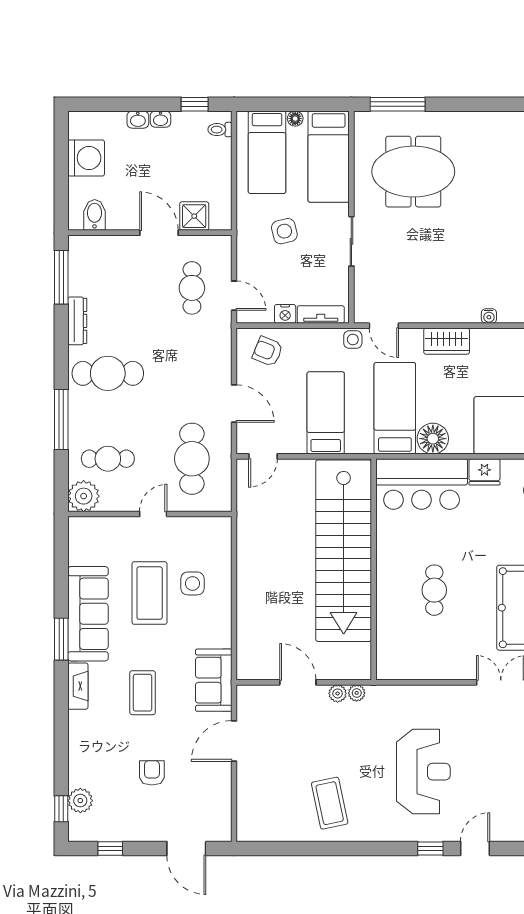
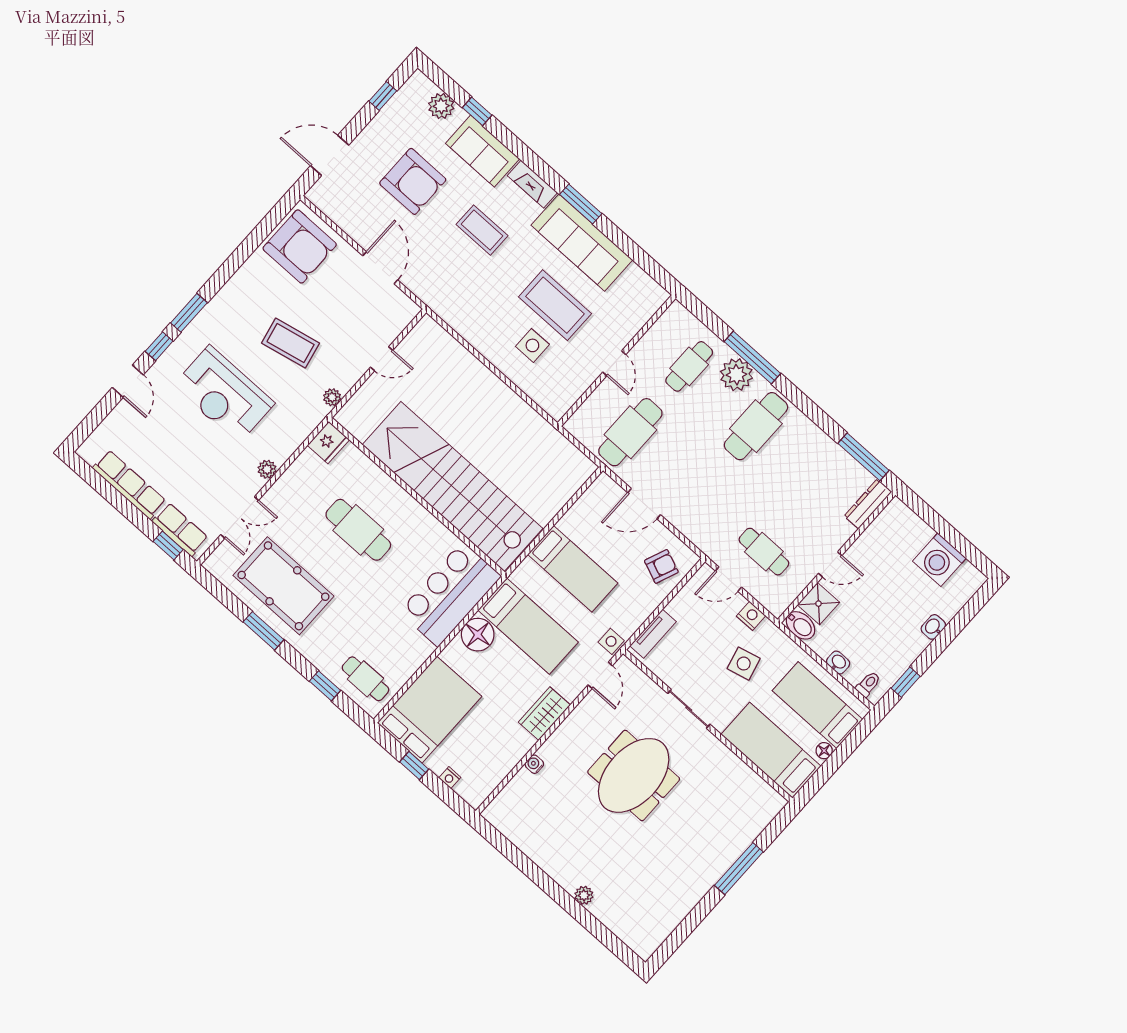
window: (398, 104) -> (739, 869), moved
washbasin: (161, 119) -> (838, 663), moved, turned 90
meeting table: (413, 172) -> (634, 775), moved
bidet: (95, 215) -> (801, 625), moved
door: (159, 233) -> (830, 564), width x0.73
nightstand: (285, 314) -> (751, 616), moved, turned 90
dresser: (77, 321) -> (868, 504), moved, turned 90
door: (384, 326) -> (600, 675), swing flipped
door: (263, 456) -> (583, 489), removed
cafe table: (192, 459) -> (630, 432), turned 90
fridge: (484, 472) -> (328, 443), moved, turned 180
plant: (84, 496) -> (736, 375), moved
cafe table: (434, 590) -> (358, 530), width x1.37, depth x1.35
sofa: (214, 680) -> (483, 151), moved, turned 180
door: (298, 682) -> (382, 359), width x0.73
plant: (338, 693) -> (267, 469), moved
armchair: (152, 773) -> (413, 181), width x1.88, depth x1.88
coffee table: (330, 803) -> (291, 343), moved
window: (61, 809) -> (477, 111), moved
armchair: (270, 812) -> (300, 246), added
window: (388, 848) -> (189, 313), added

